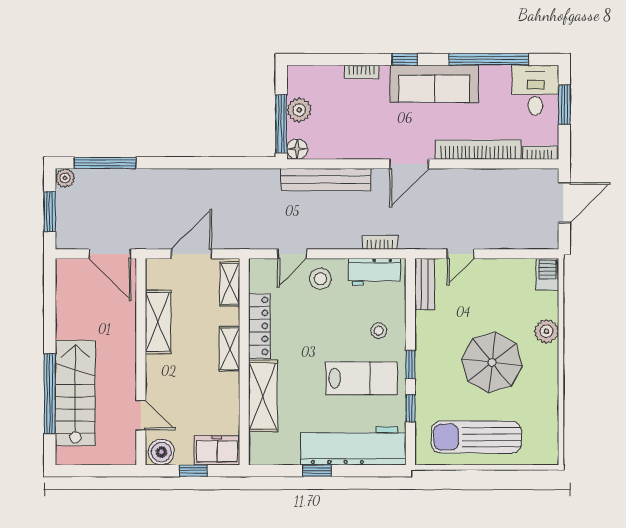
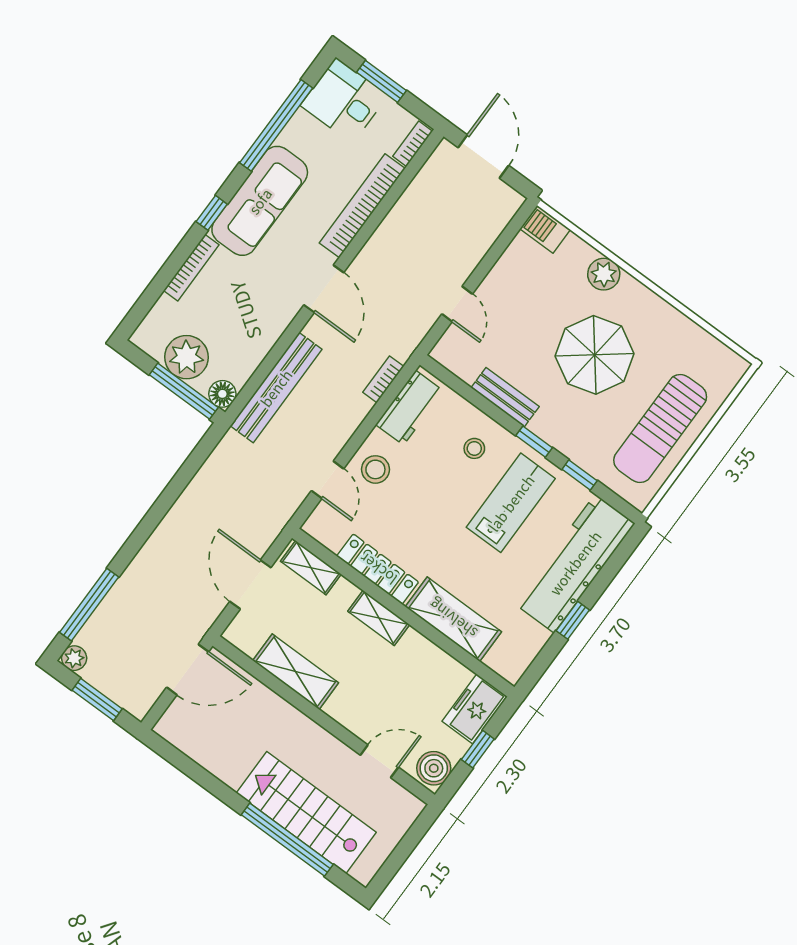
bookcase: (361, 72) -> (191, 268), width x1.56
plant: (299, 110) -> (187, 357), width x1.36, depth x1.36
bench: (425, 284) -> (505, 397), moved

